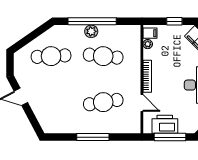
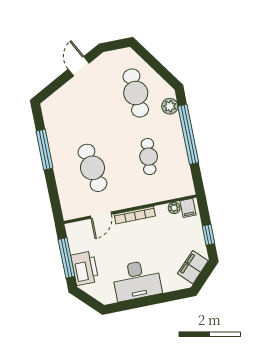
plant: (91, 31) -> (170, 106), moved
cafe table: (103, 56) -> (149, 157), width x0.73, depth x0.74
printer: (165, 124) -> (85, 268), moved
window: (93, 137) -> (45, 150), moved

